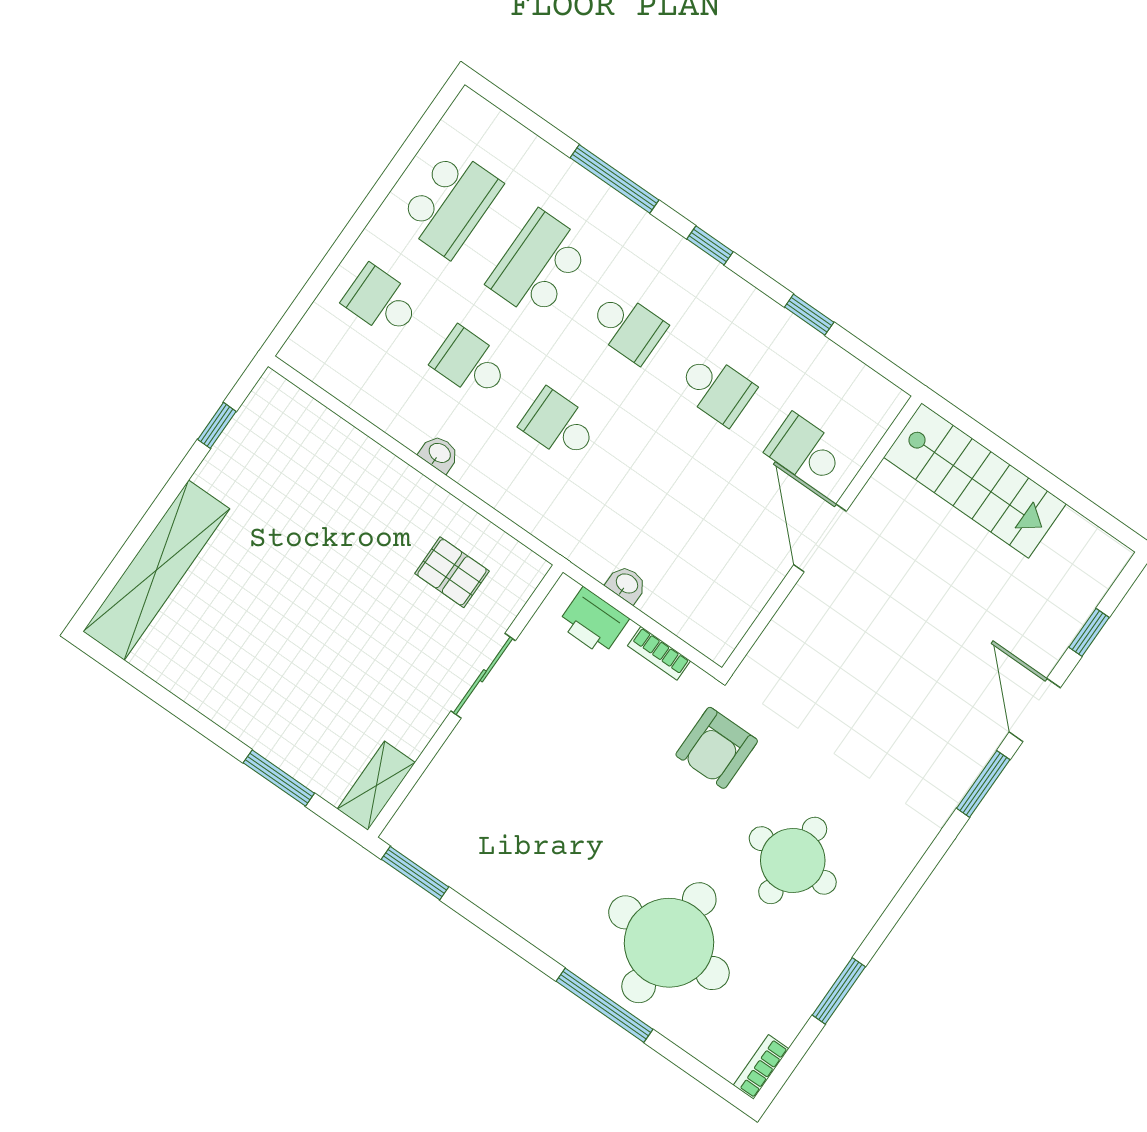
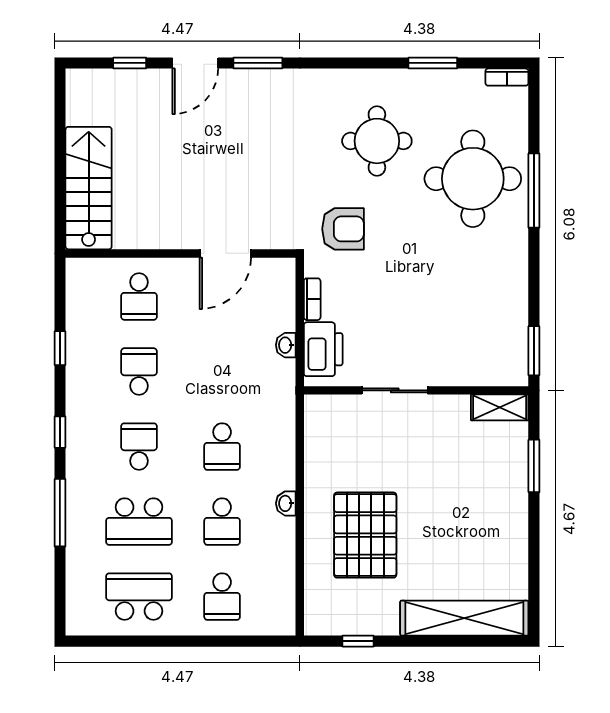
door: (820, 538) -> (225, 253), moved
pallet: (452, 572) -> (365, 535), moved, width x2.05, depth x2.00
printer: (593, 621) -> (323, 349), width x1.37, depth x1.19

